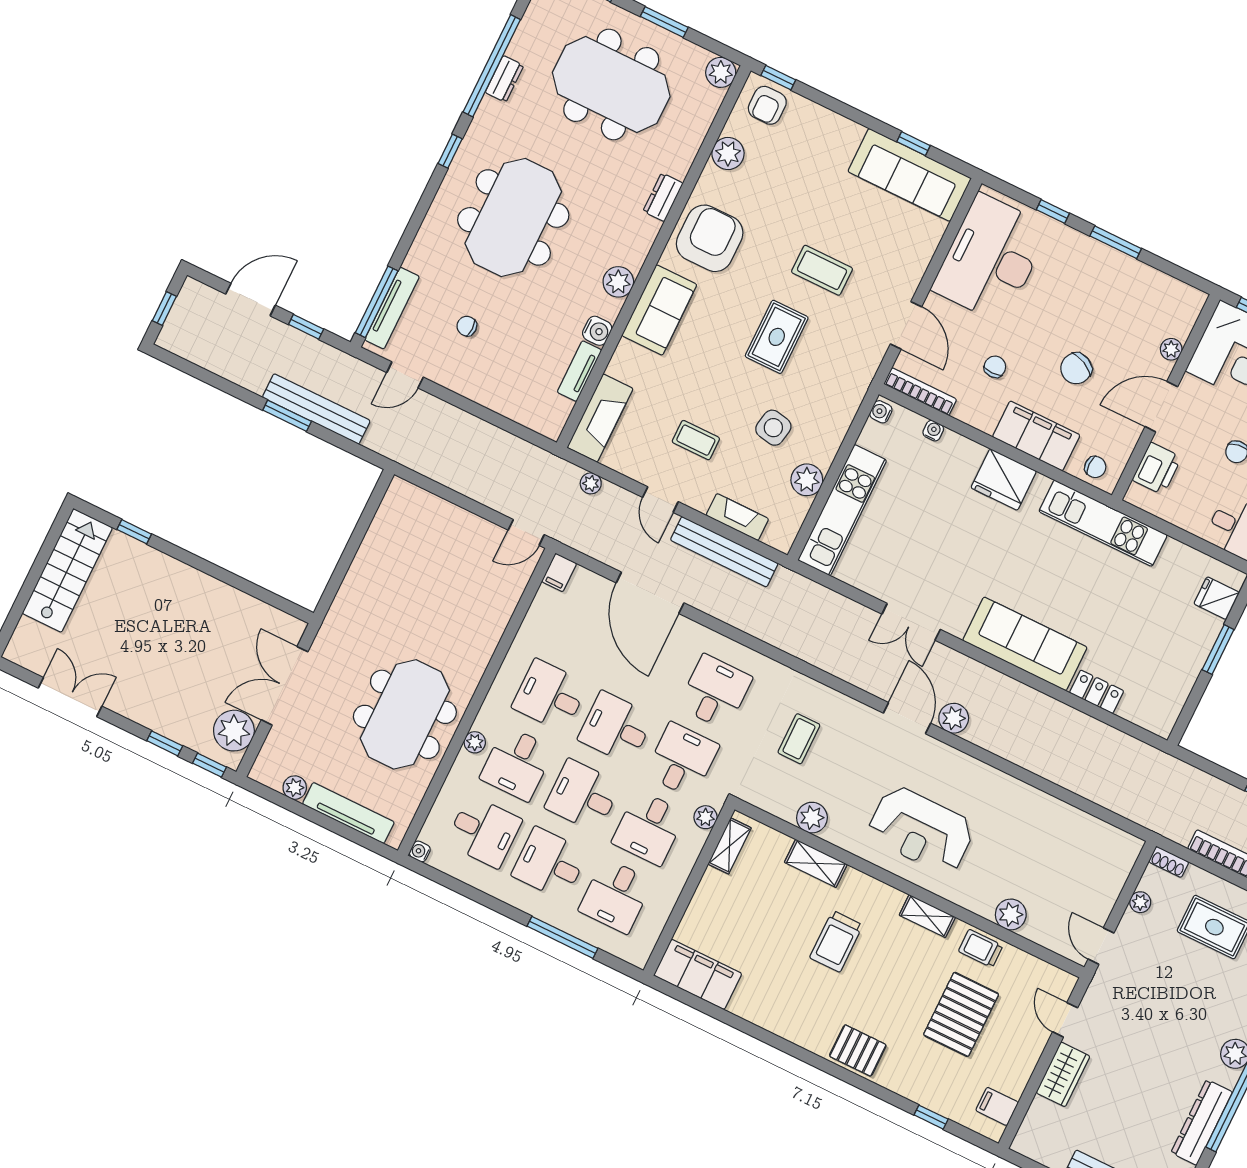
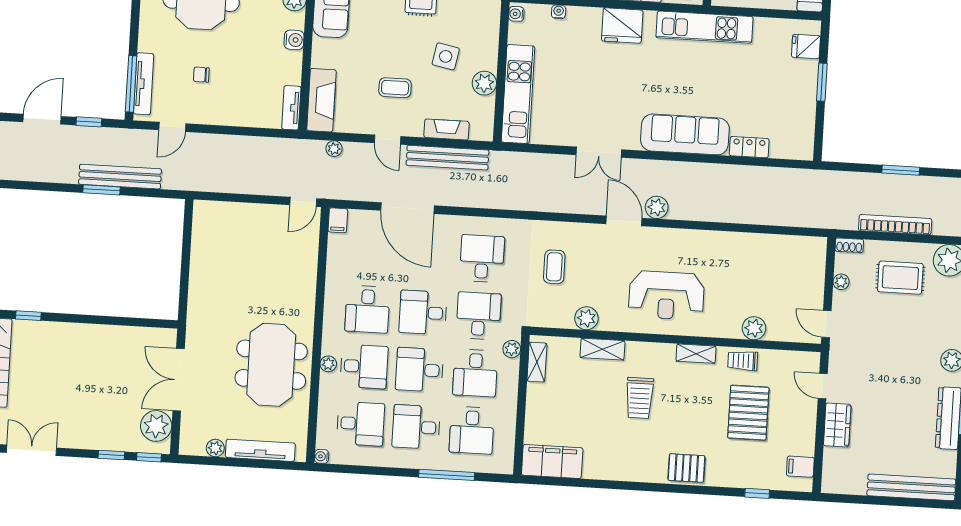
tv unit: (579, 371) -> (291, 108), moved
desk: (550, 696) -> (367, 309), turned -90
desk: (517, 764) -> (364, 366), turned -90

